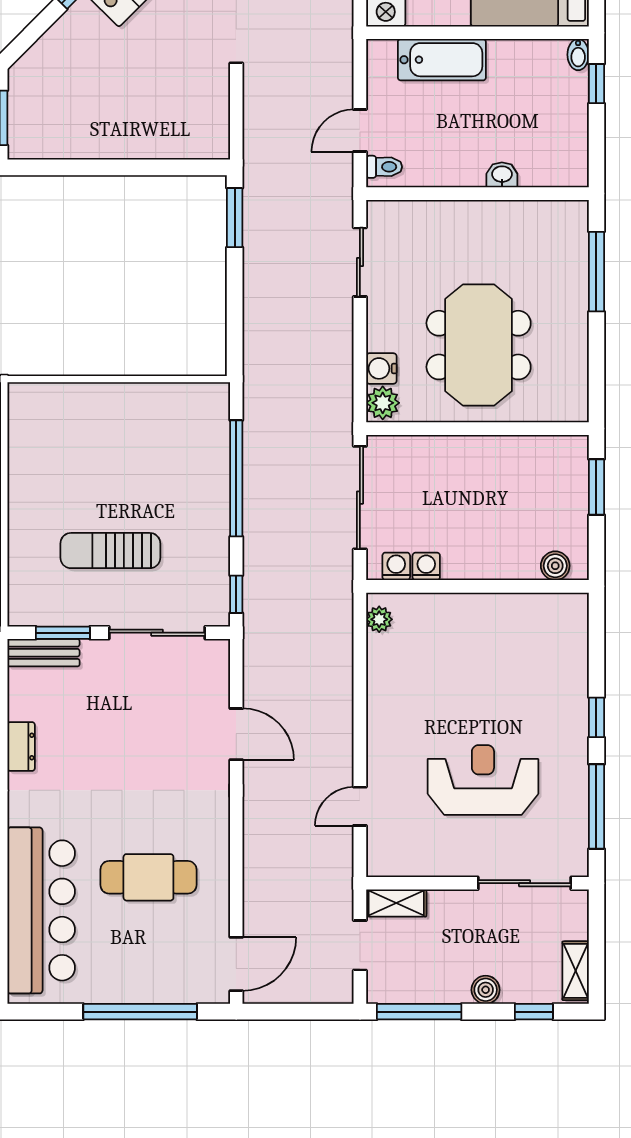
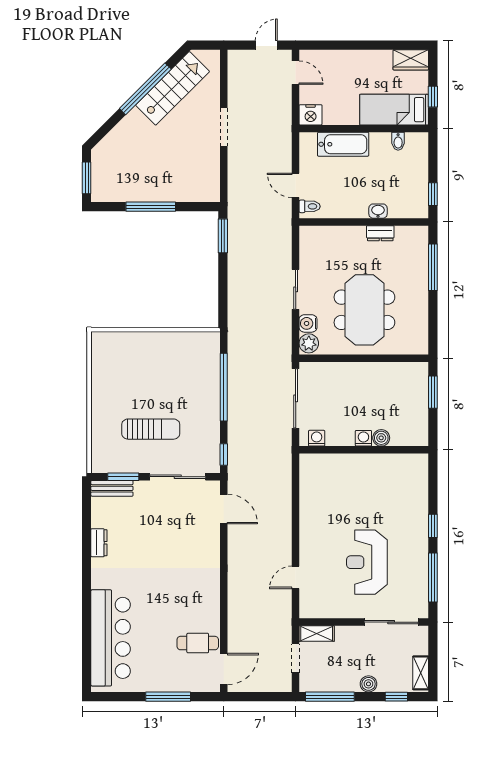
bidet: (578, 55) -> (398, 141), moved
window: (596, 84) -> (433, 194), moved
door: (360, 131) -> (296, 185), hinge flipped
window: (110, 167) -> (151, 207), added
dresser: (506, 213) -> (380, 233), added
sliding door: (360, 262) -> (296, 289), moved
sun lounger: (110, 551) -> (151, 429), turned 180
washing machine: (426, 566) -> (363, 438), moved
boiler: (555, 566) -> (381, 438), moved
plant: (379, 619) -> (307, 469), removed
door: (236, 734) -> (224, 509), moved
reception desk: (483, 780) -> (367, 562), turned -90
cafe table: (148, 877) -> (198, 643), moved, width x0.73, depth x0.74
window: (140, 1012) -> (168, 697), width x0.68

